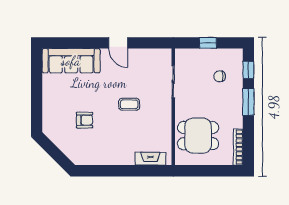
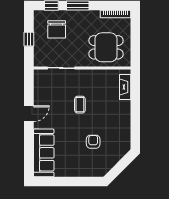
chair: (220, 76) -> (57, 29), width x1.87, depth x1.87
dining table: (198, 136) -> (106, 47), turned 90

